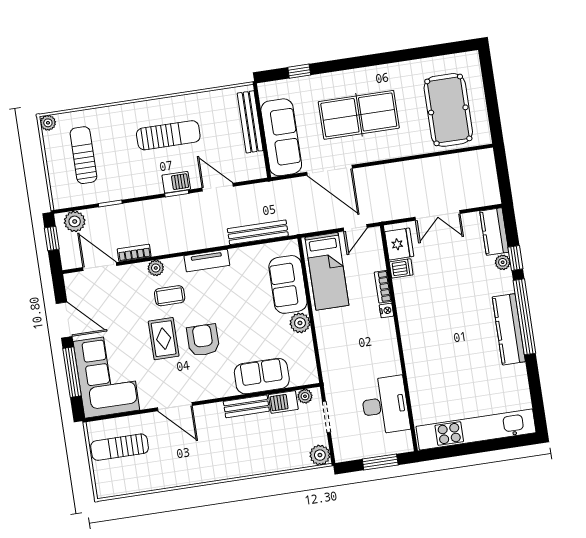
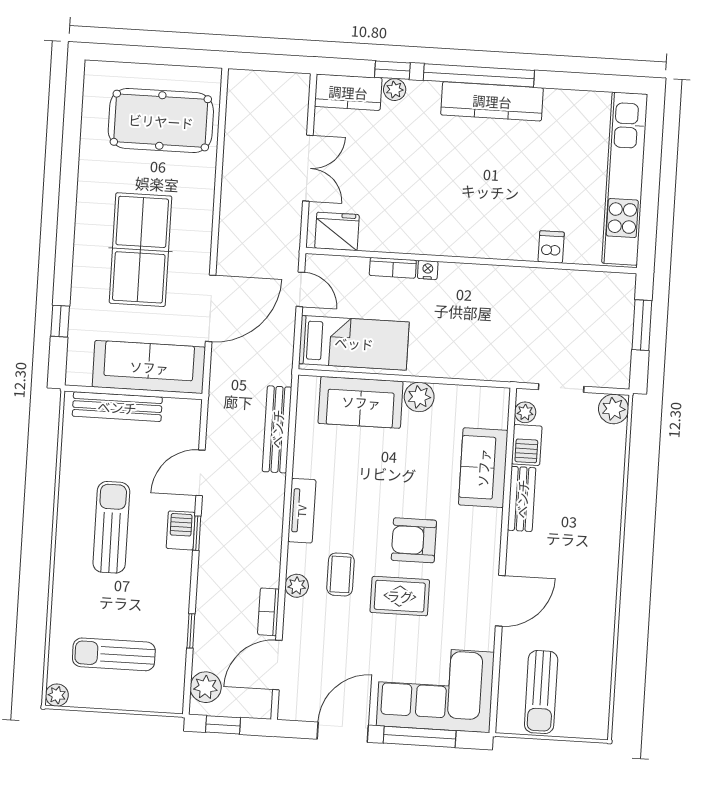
dishwasher: (401, 268) -> (551, 247), moved
desk: (385, 405) -> (562, 301), removed

